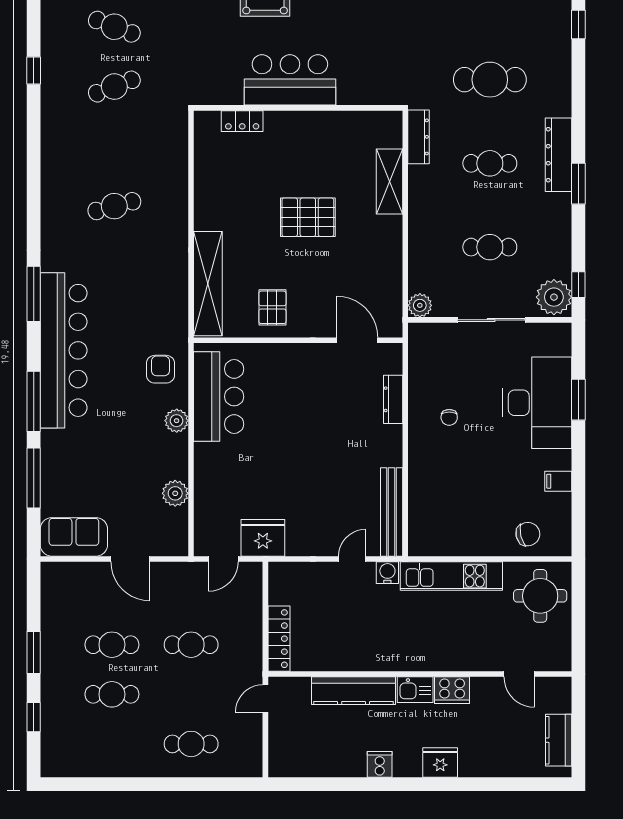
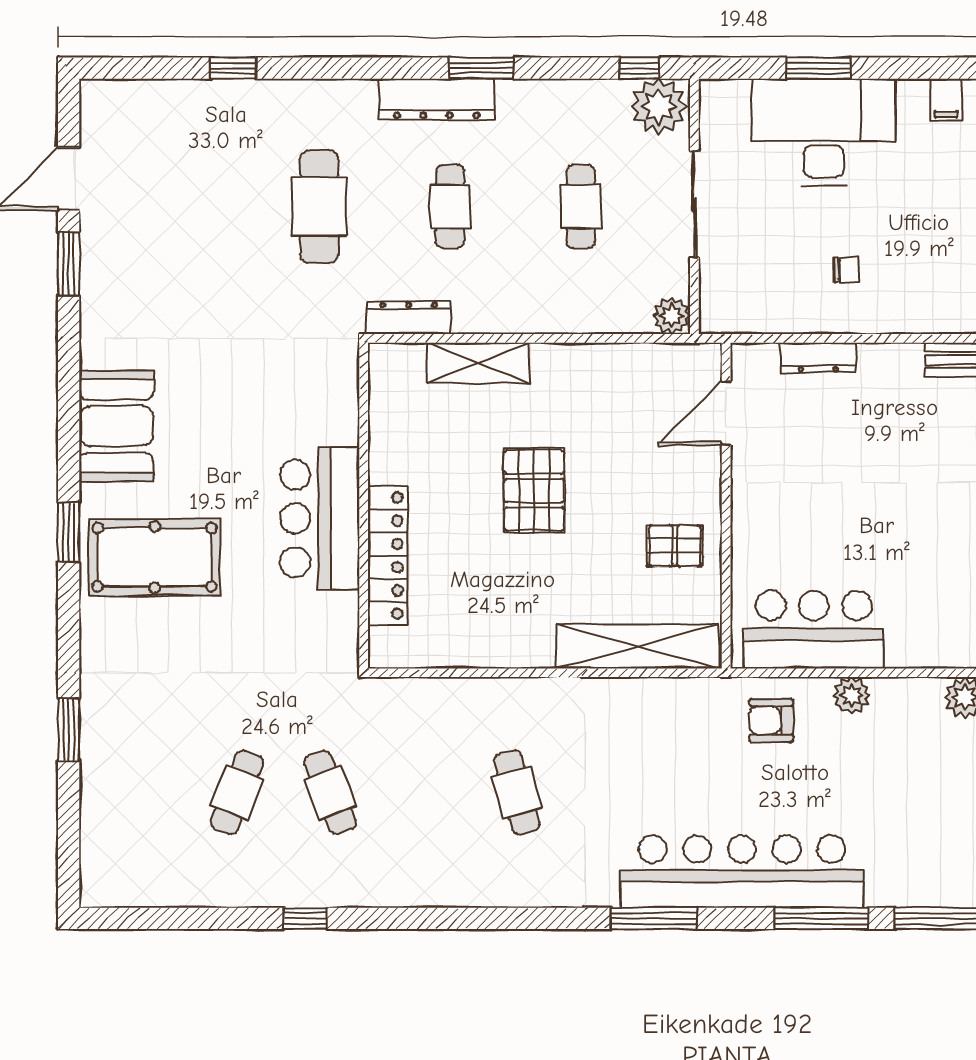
locker: (242, 121) -> (387, 556), width x2.16, depth x1.21

